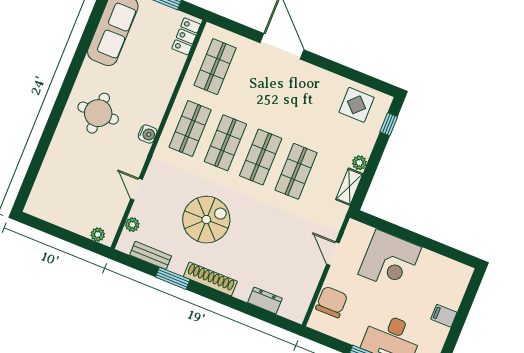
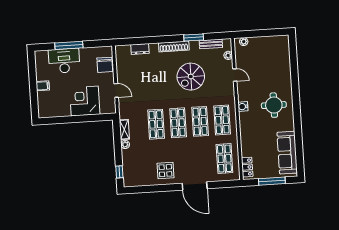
display table: (357, 105) -> (165, 171), moved

